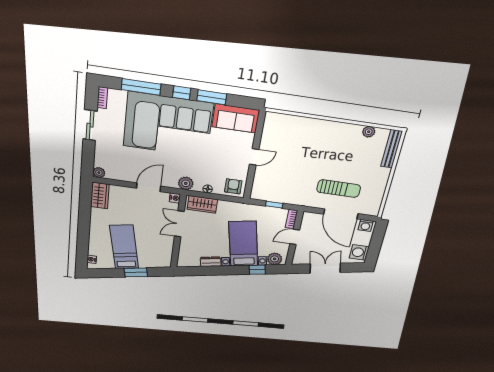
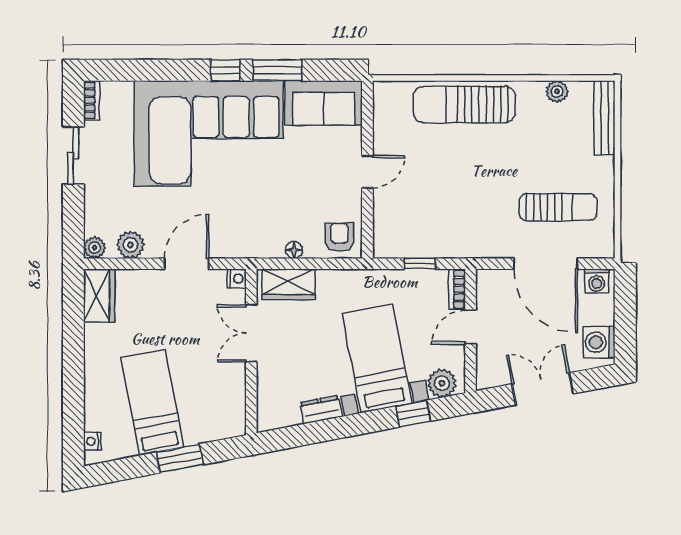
window: (141, 87) -> (156, 70), removed
sun lounger: (315, 131) -> (464, 104), added
plant: (186, 183) -> (130, 245), moved
sun lounger: (339, 189) -> (558, 207), moved

